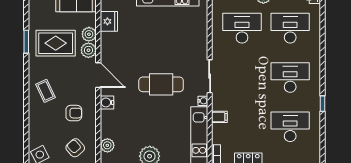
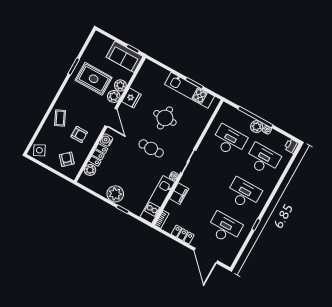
fridge: (109, 21) -> (131, 98), moved
round table: (158, 43) -> (165, 118), added
cafe table: (161, 84) -> (151, 148), width x0.73, depth x0.74
coffee table: (45, 91) -> (60, 118), moved
filing cabinet: (219, 117) -> (179, 194), width x2.00
locker: (107, 124) -> (98, 155), added

